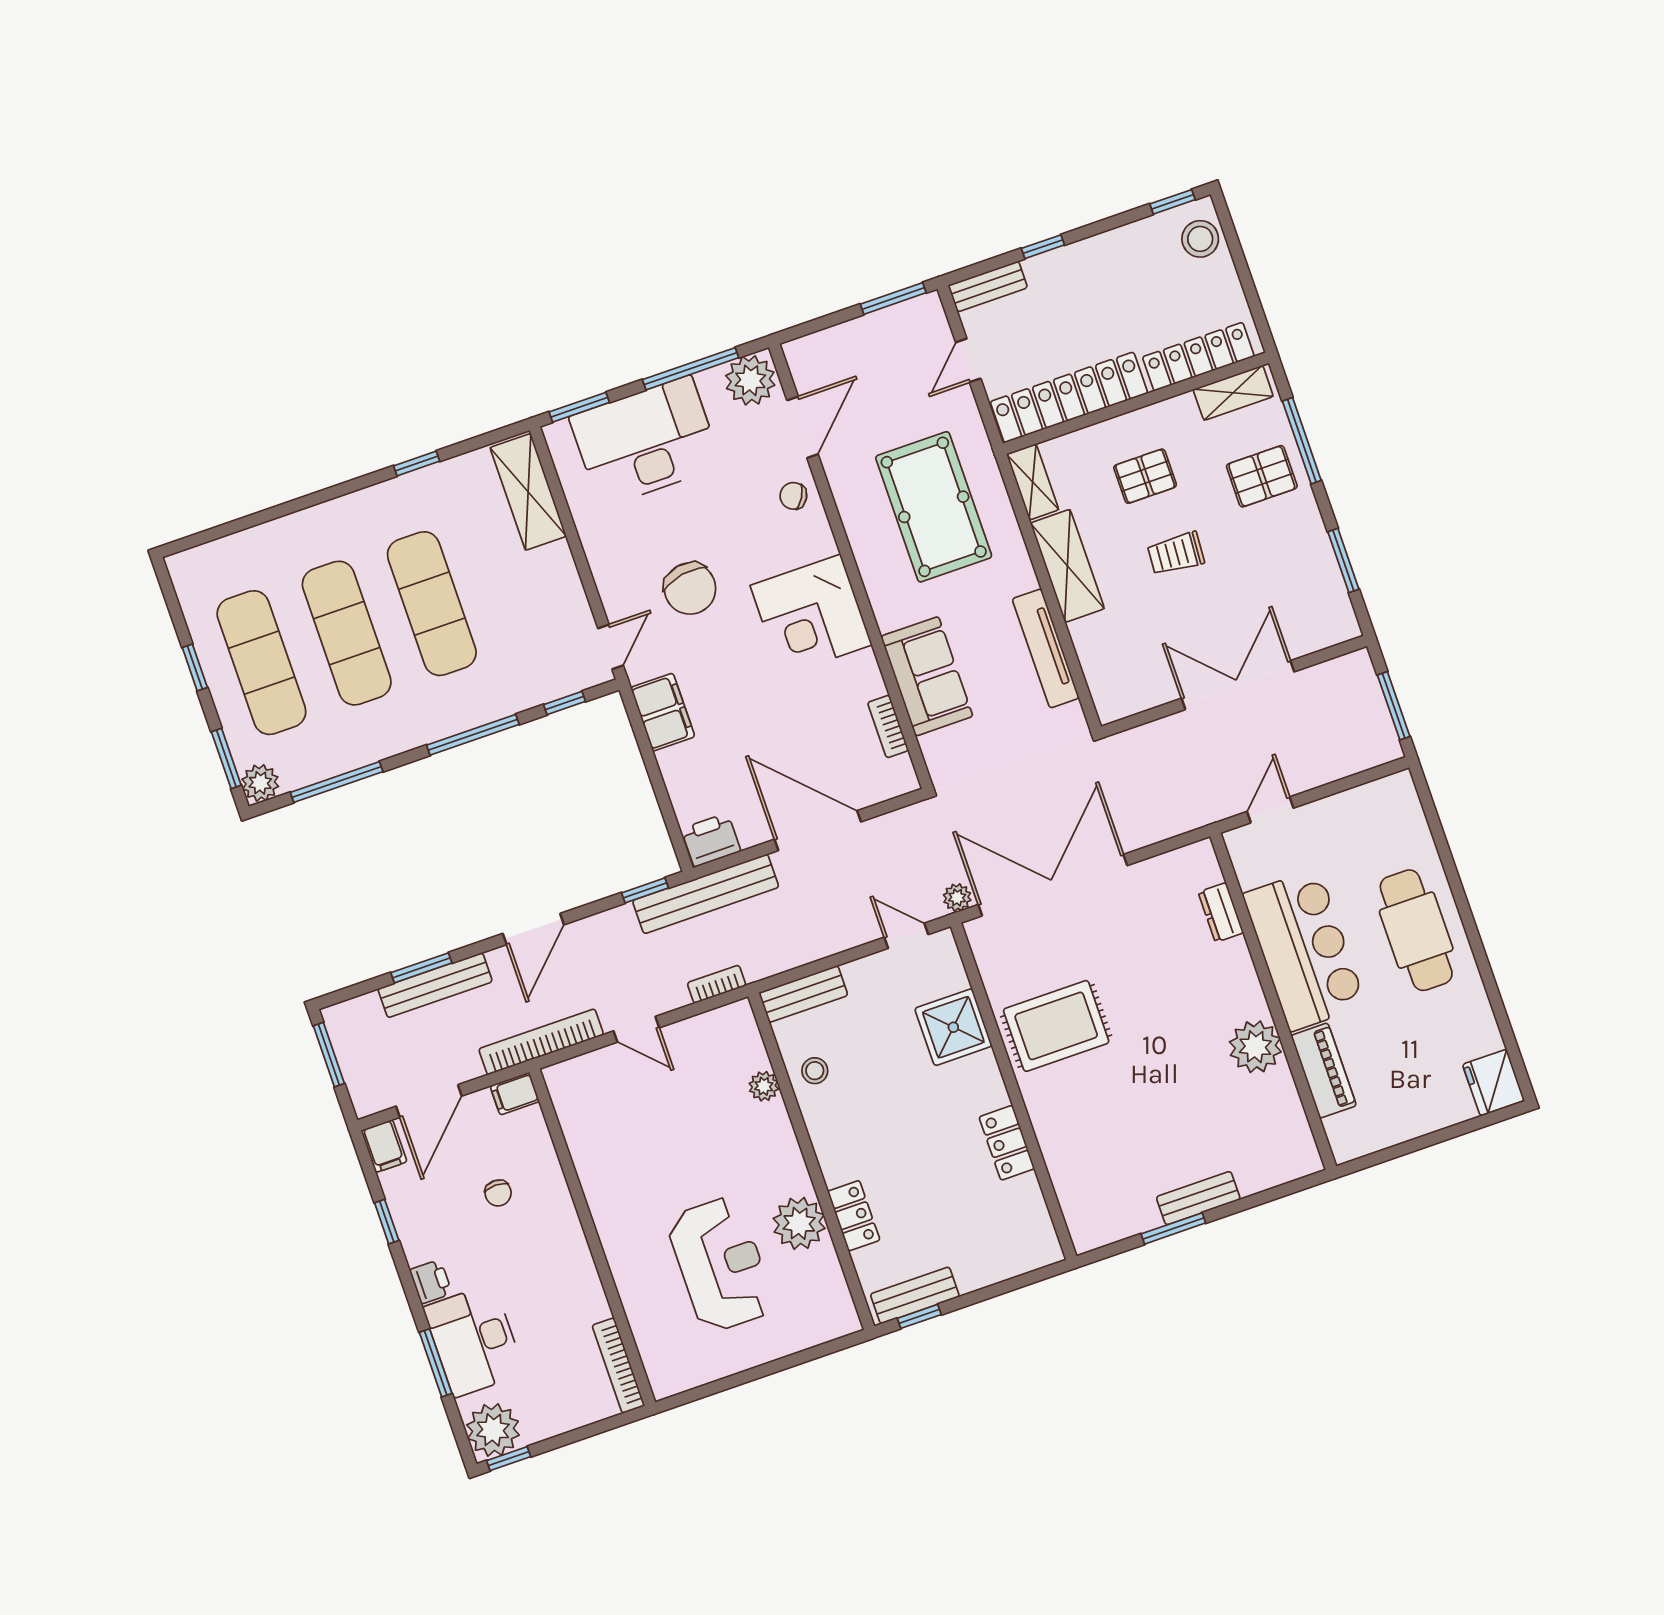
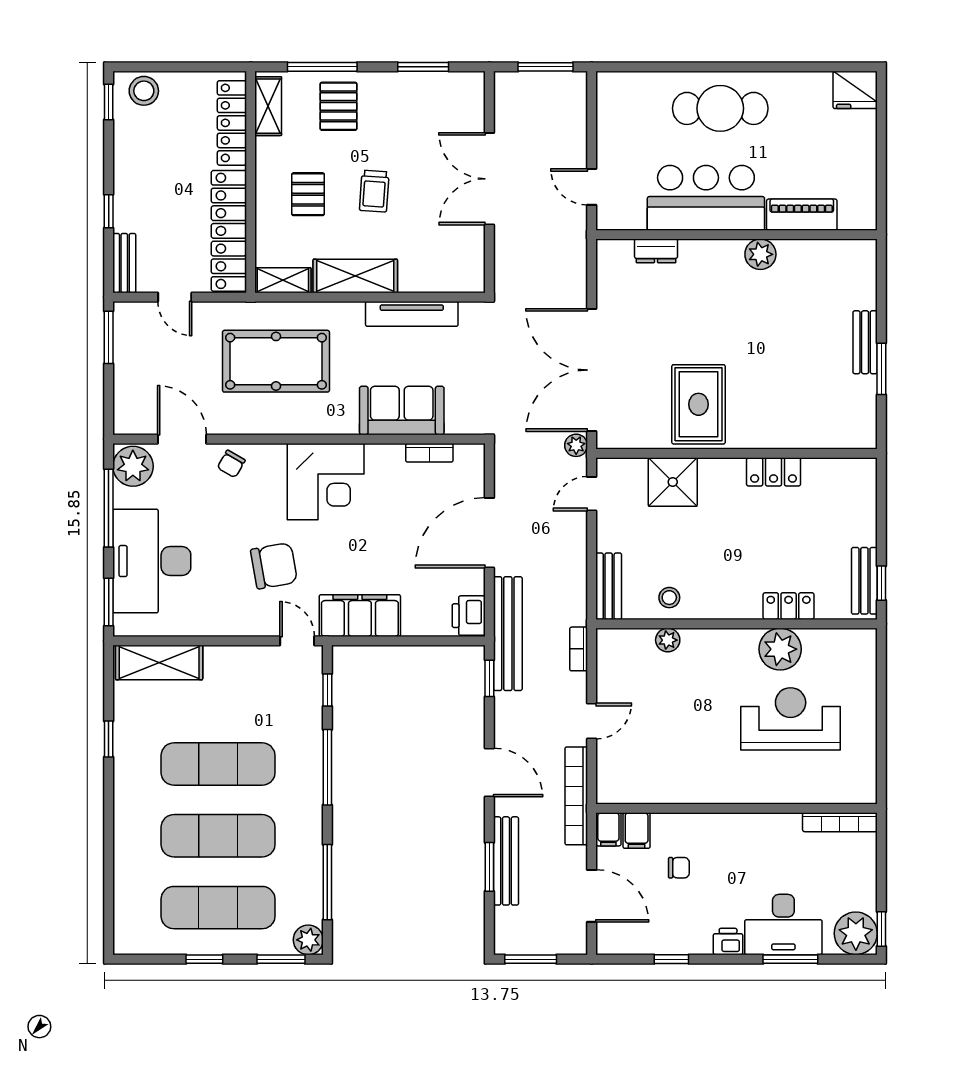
filing cabinet: (663, 712) -> (360, 616), width x1.50, depth x1.17
plant: (1255, 1047) -> (760, 254), width x0.73, depth x0.73
filing cabinet: (384, 1146) -> (637, 831), moved, turned 90

